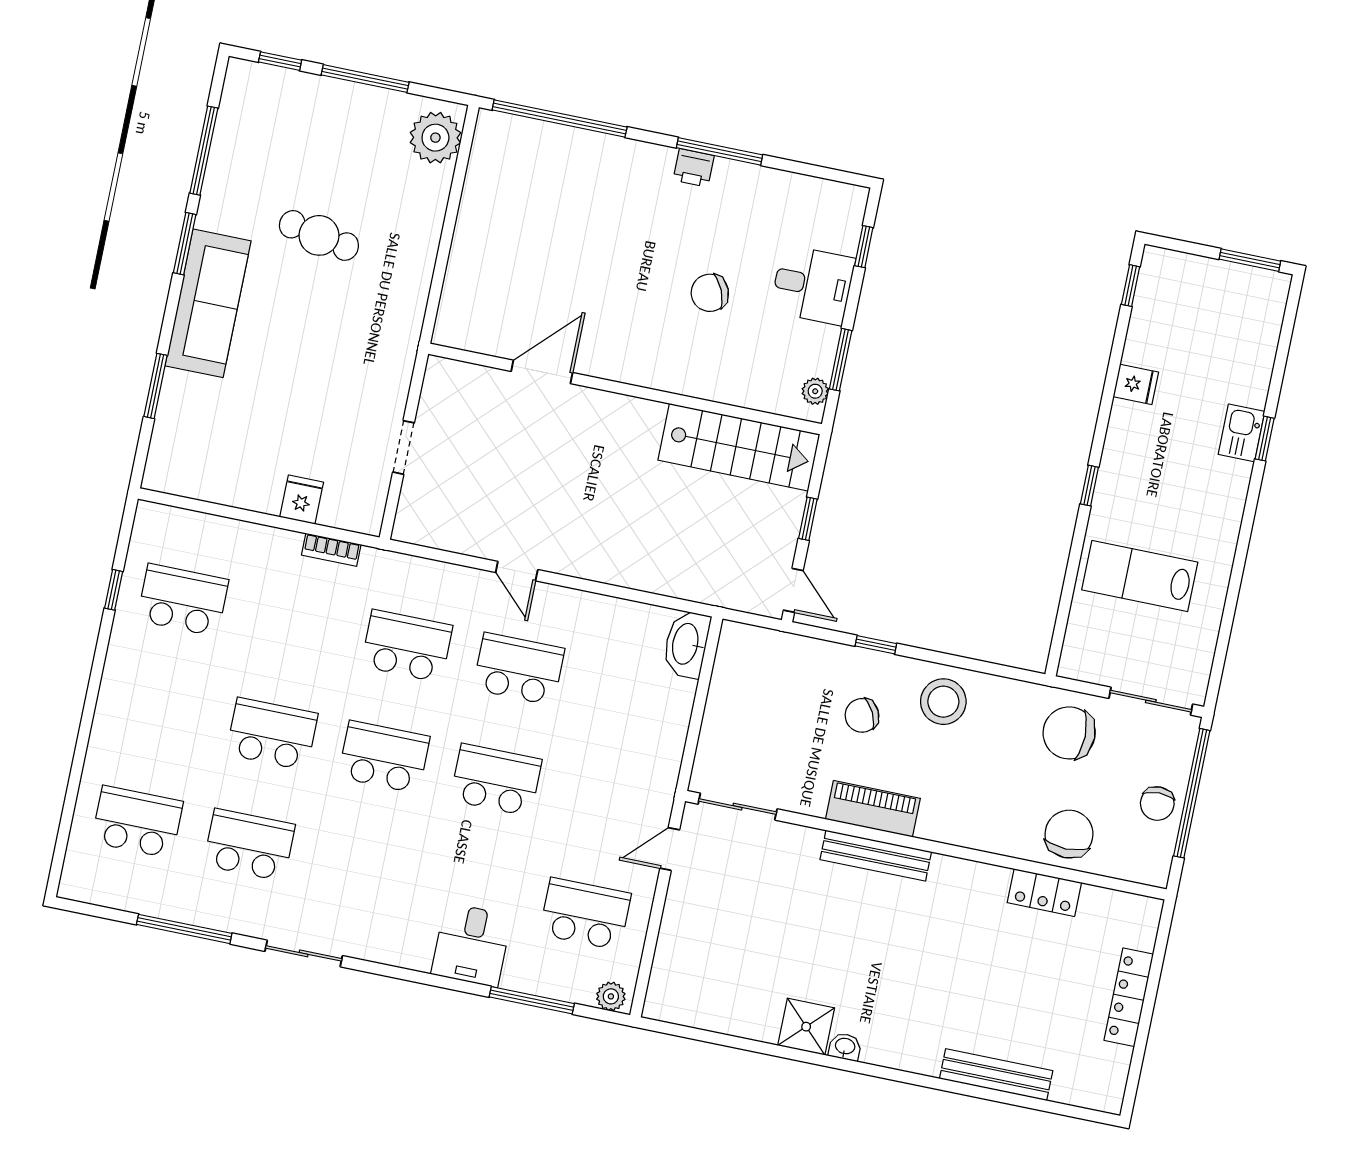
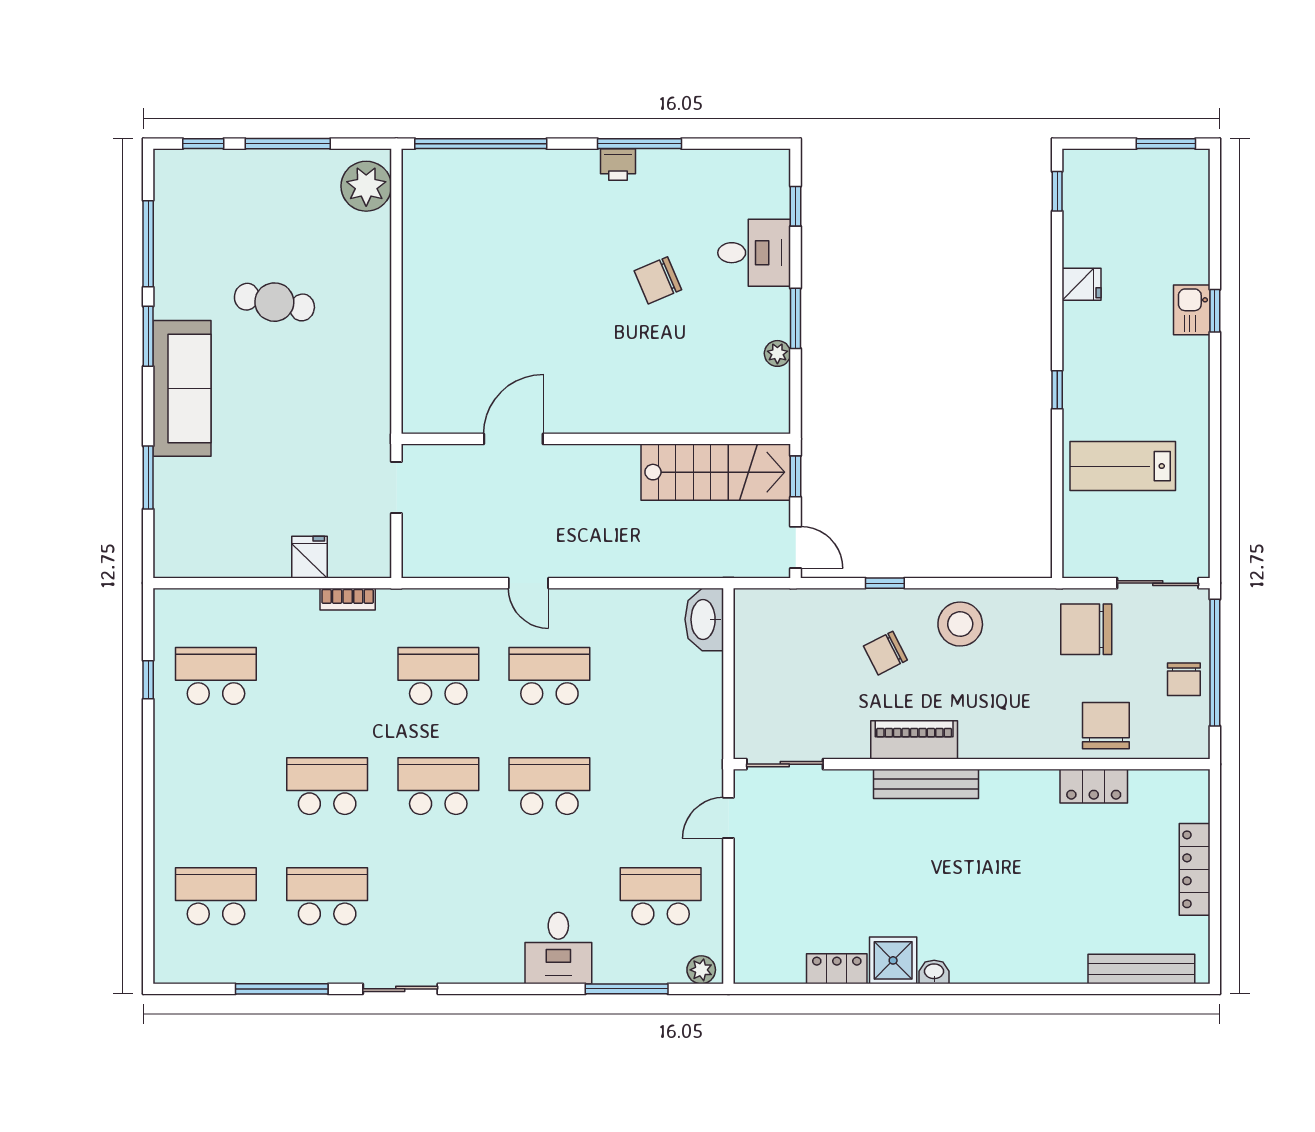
door: (542, 372) -> (513, 439), moved
wall: (625, 389) -> (596, 439), moved
stairs: (739, 447) -> (716, 472), moved
locker: (748, 1023) -> (837, 969), added
bench: (996, 1075) -> (1141, 969), moved

